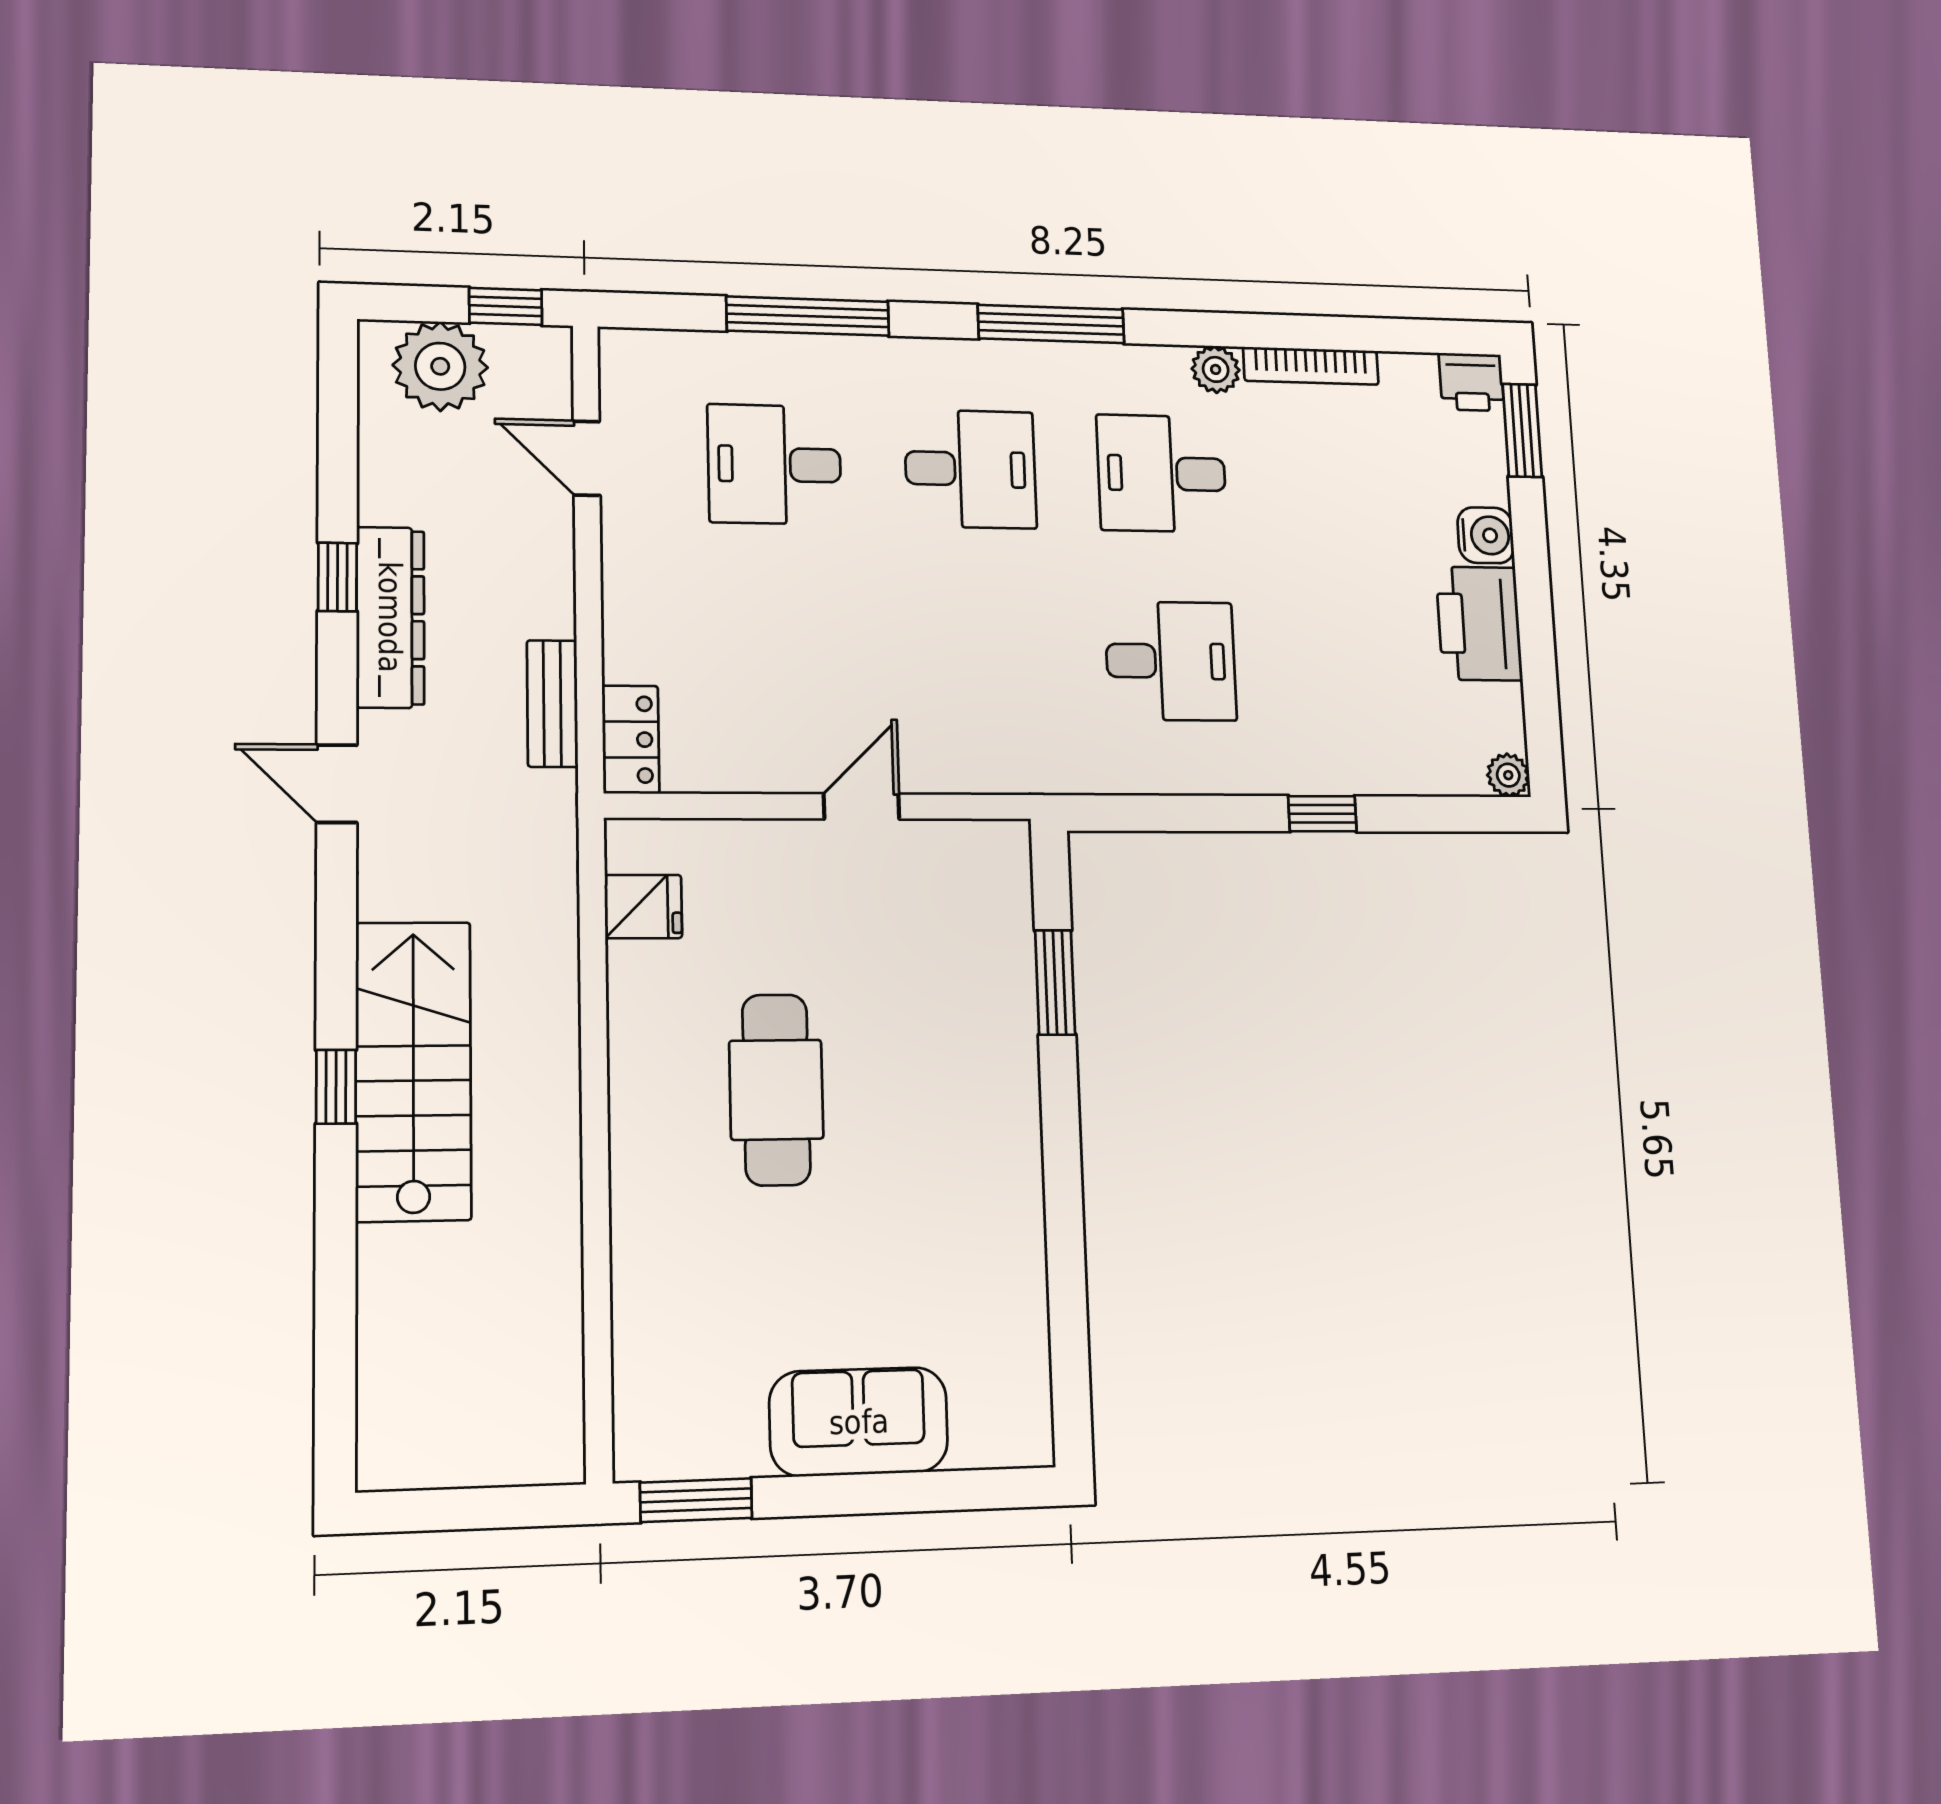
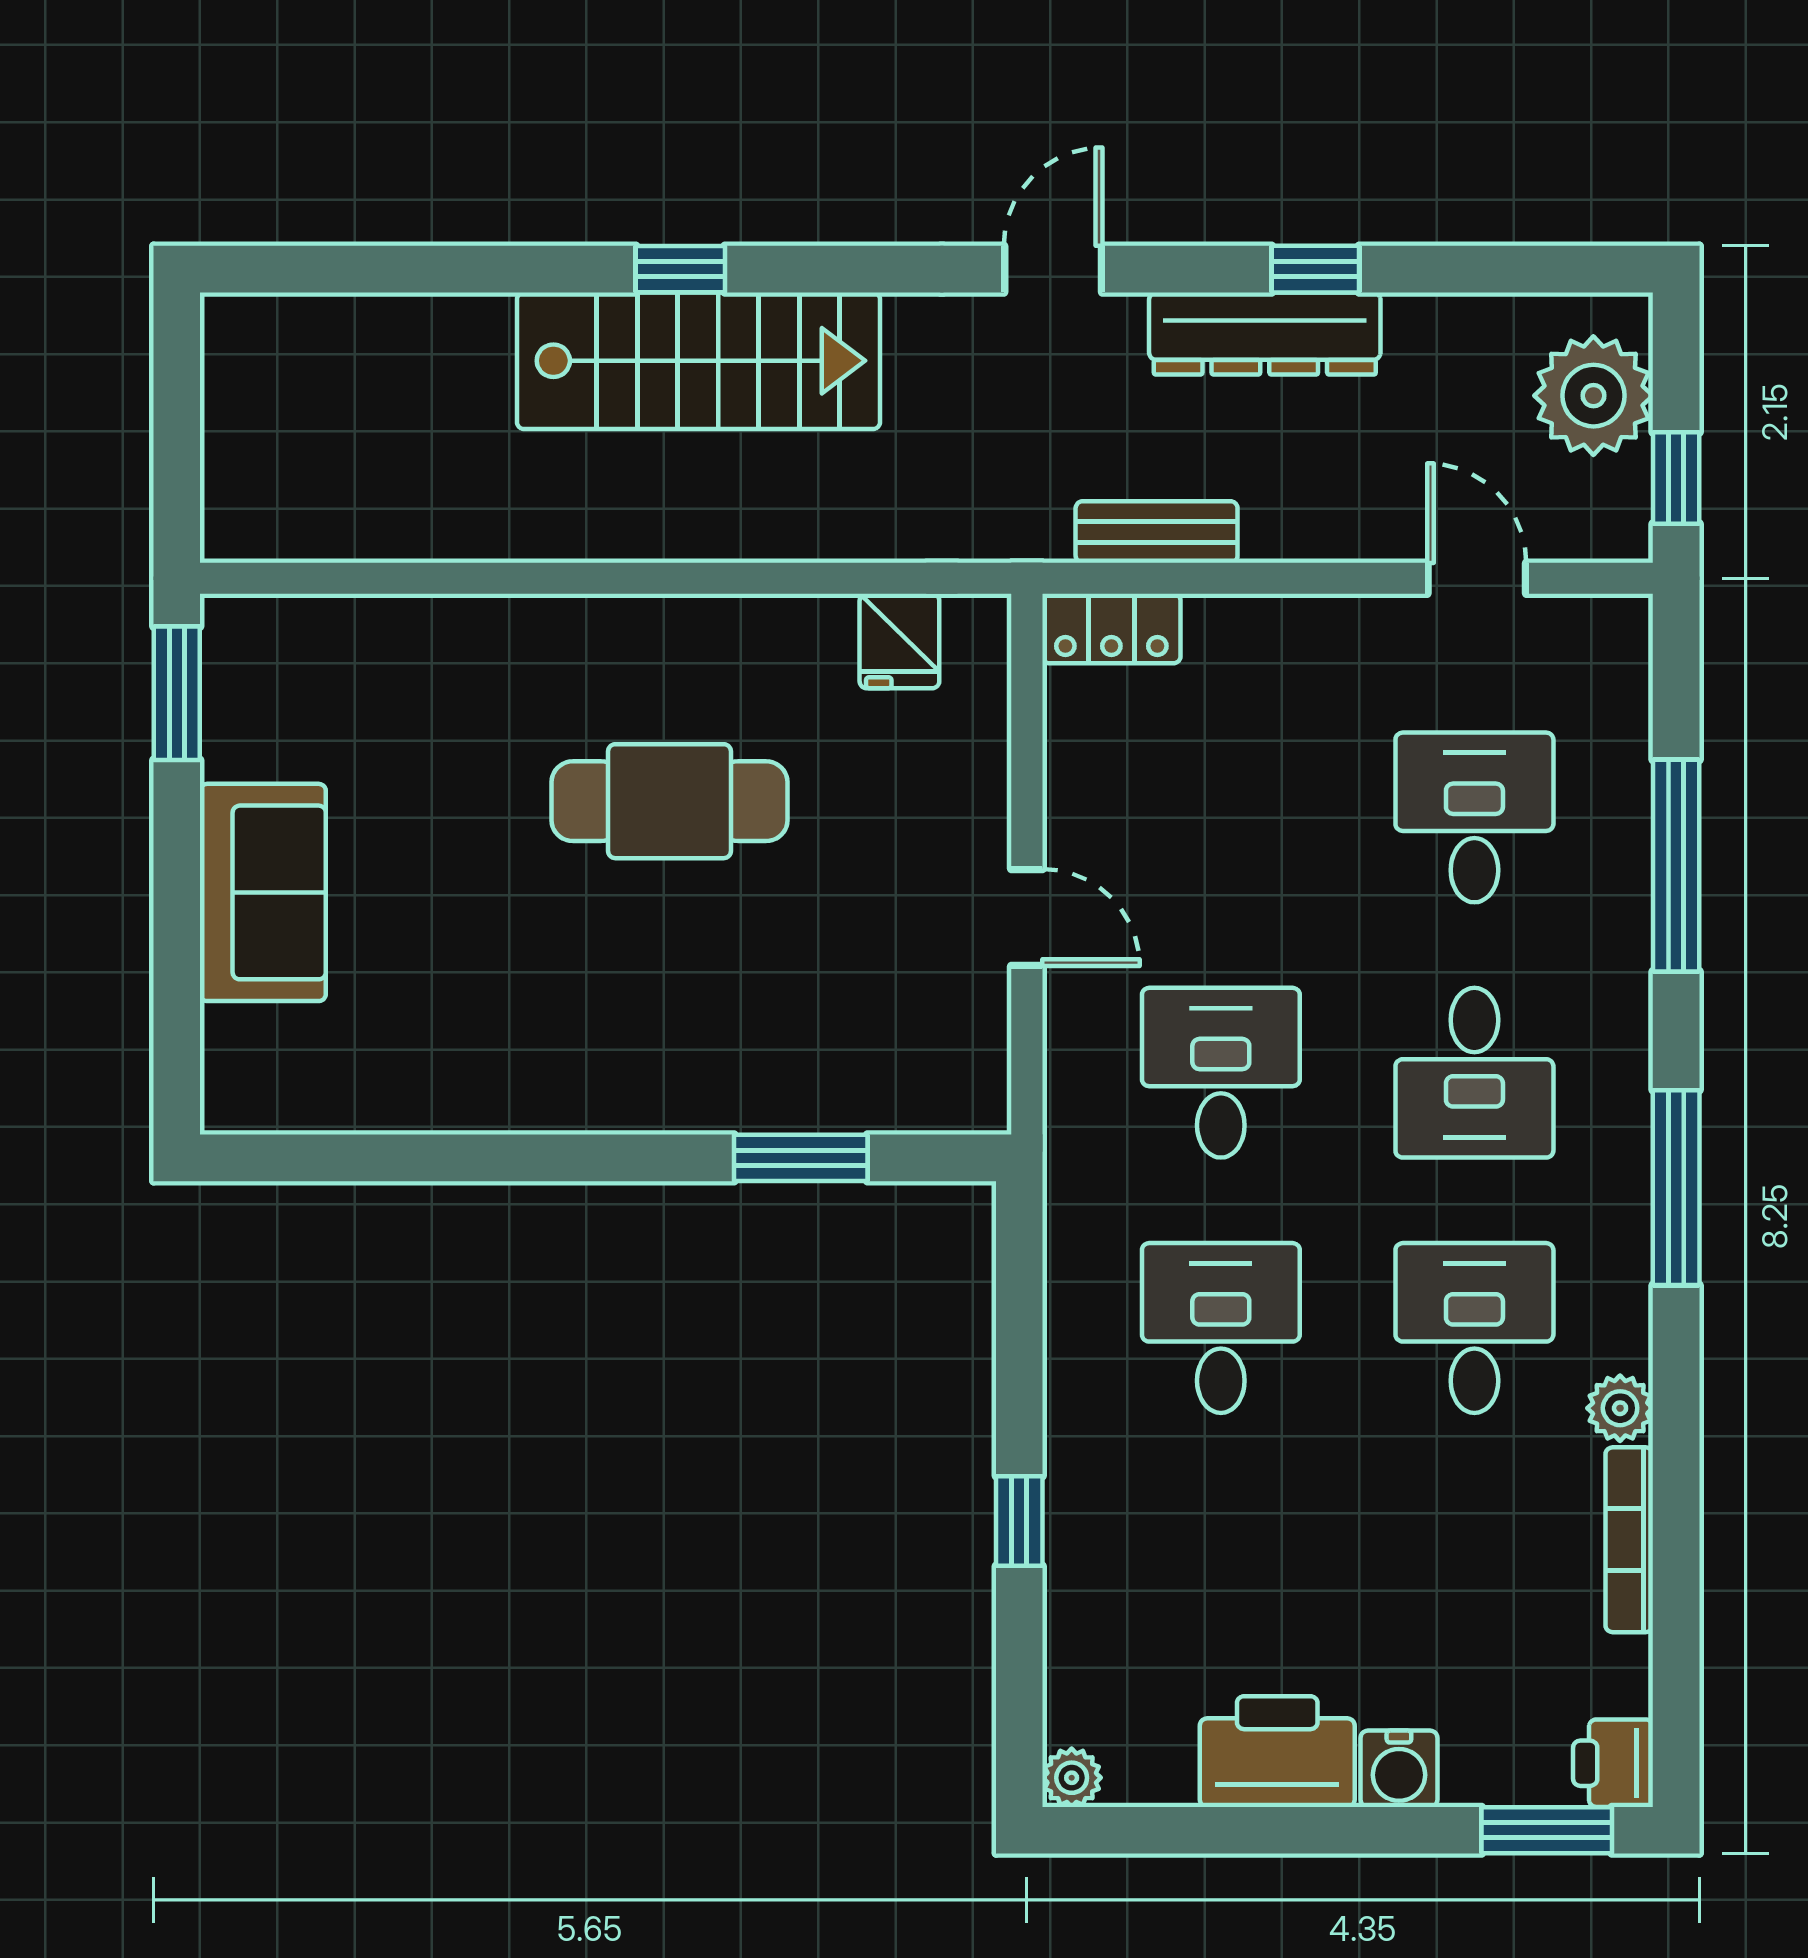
door: (587, 458) -> (1477, 578), hinge flipped
desk: (977, 659) -> (1221, 1073), added
desk: (1171, 661) -> (1221, 1328), turned 180

